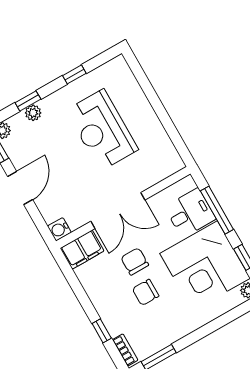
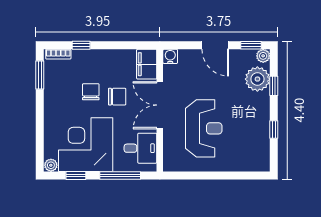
plant: (33, 113) -> (257, 79), width x1.87, depth x1.87
reception desk: (102, 130) -> (204, 128), moved, turned 90
desk: (190, 213) -> (140, 148), moved, turned -90

